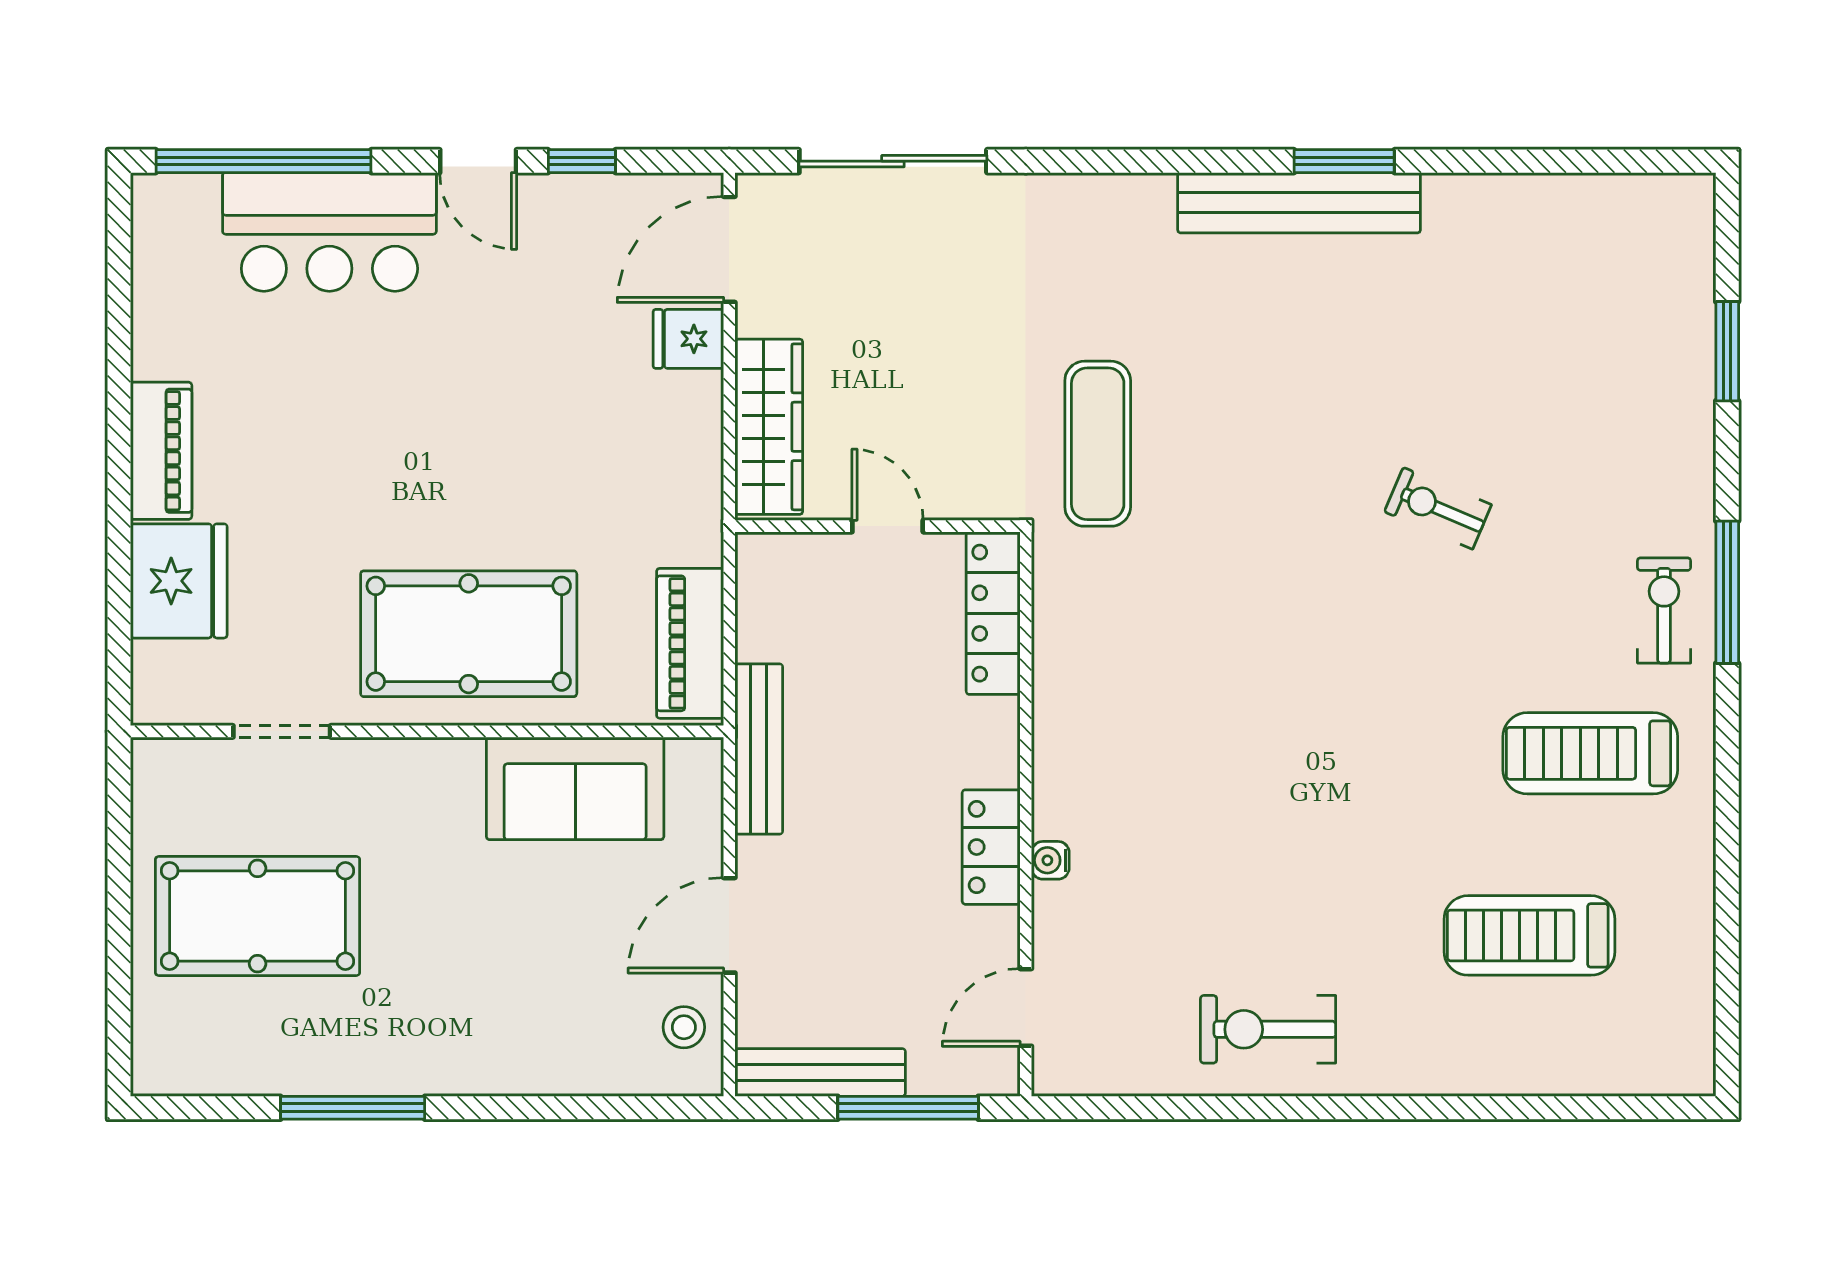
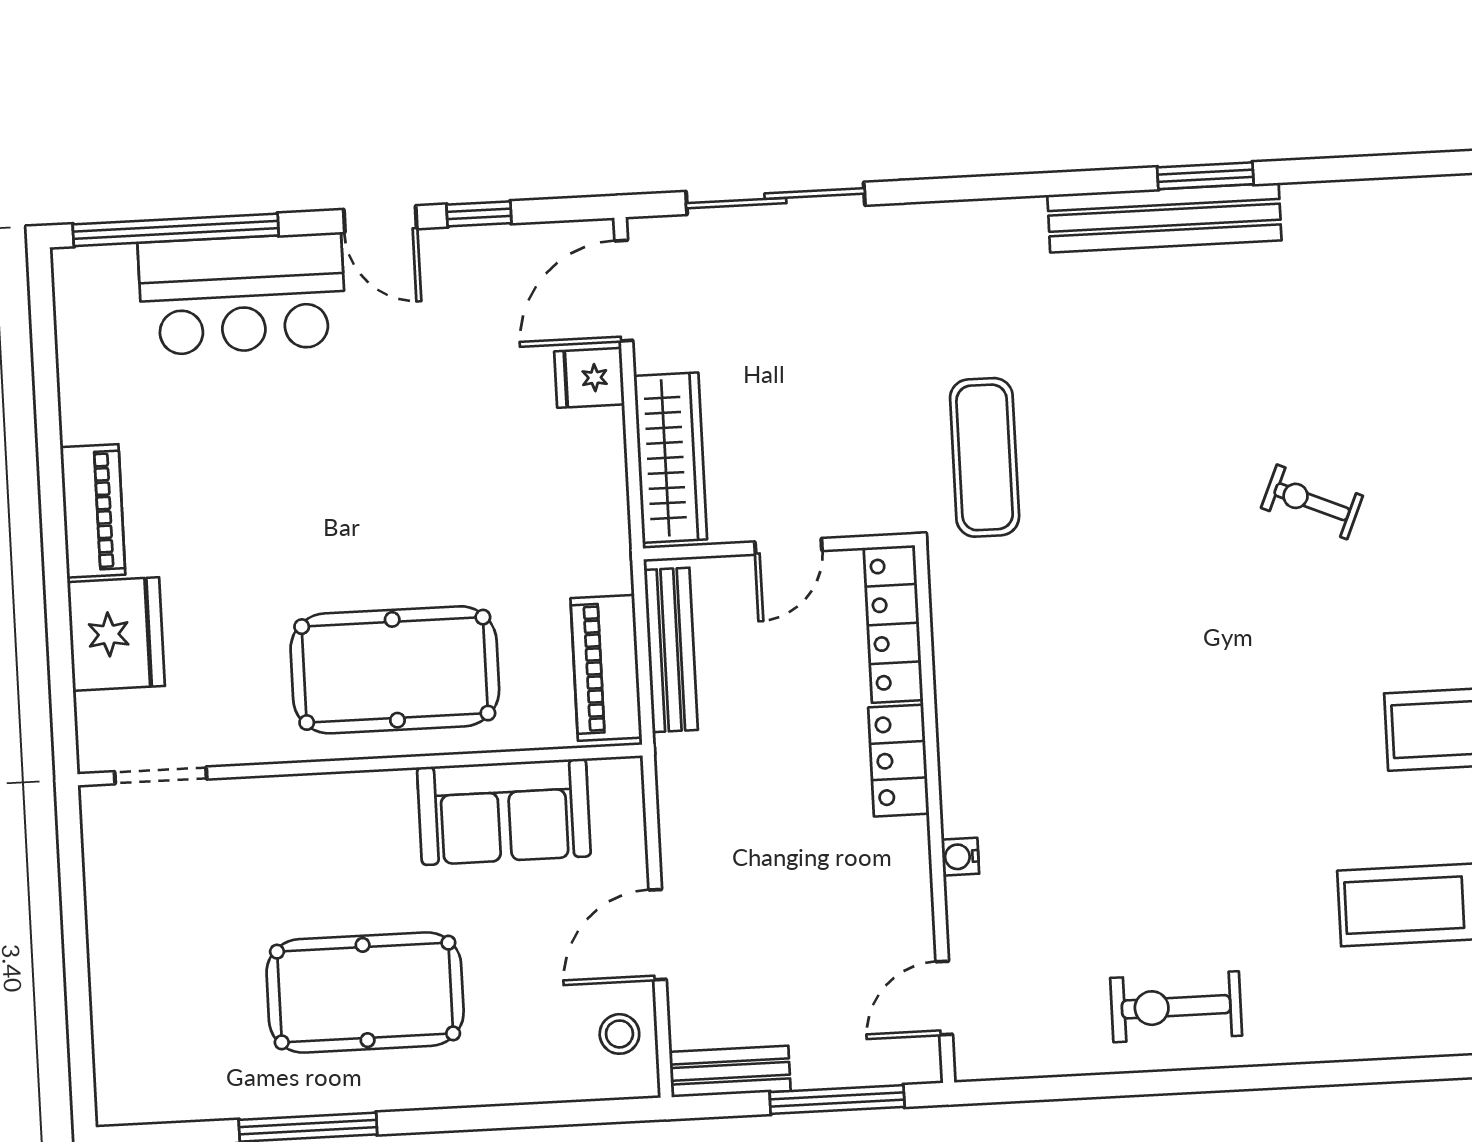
door: (888, 526) -> (788, 546), swing flipped
doorway: (282, 731) -> (161, 775), moved
bench: (759, 749) -> (671, 650), moved
locker: (991, 847) -> (899, 761), moved
pool table: (258, 916) -> (365, 992), moved
bench: (820, 1072) -> (730, 1071), width x0.73

